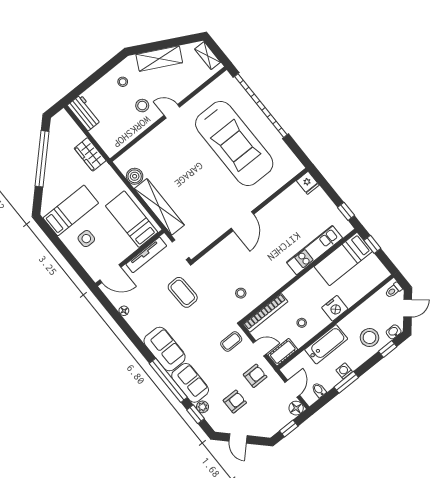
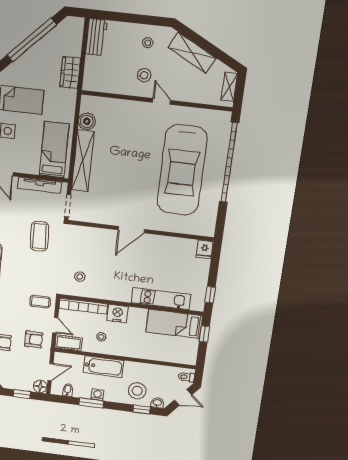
nightstand: (335, 308) -> (117, 314), moved, turned 180

